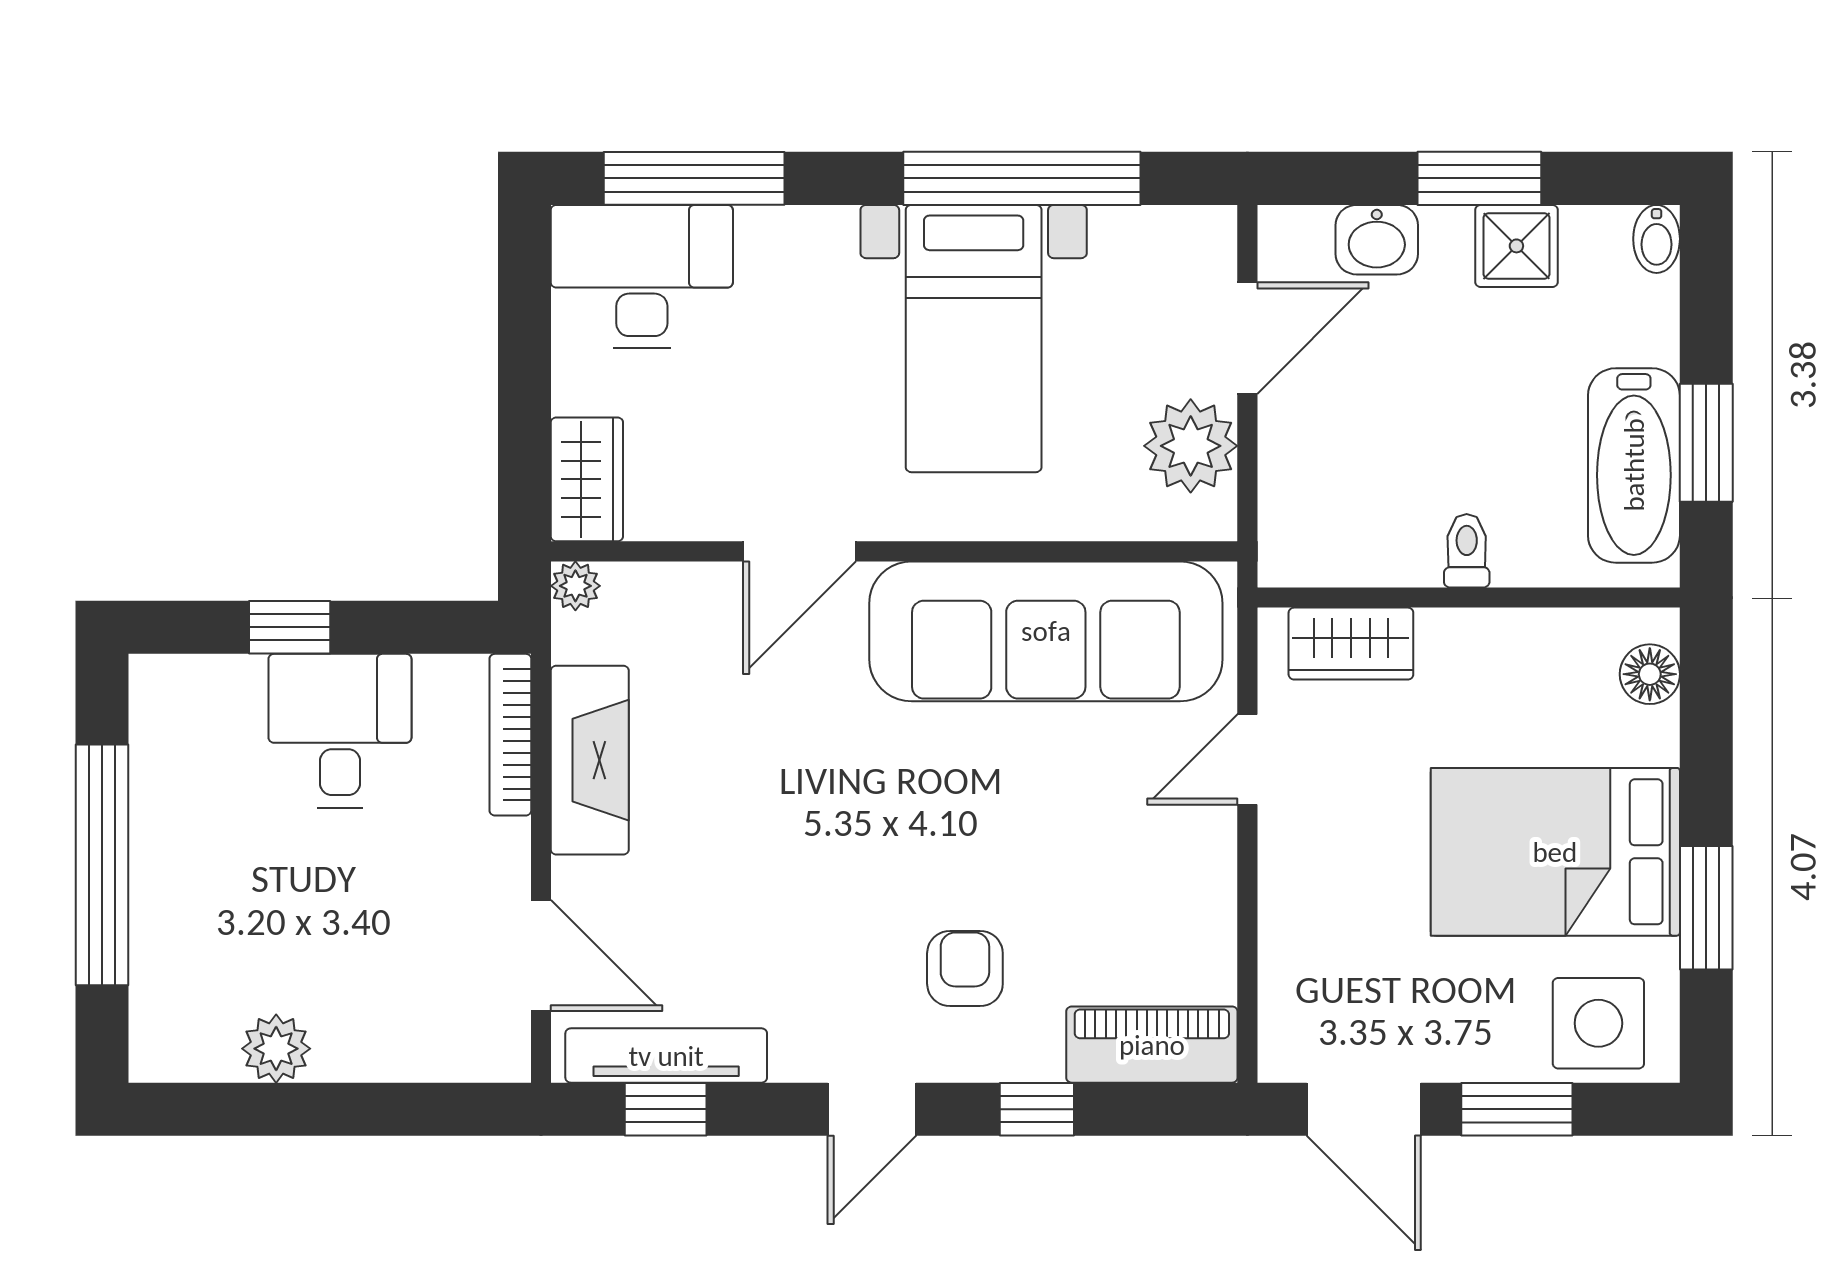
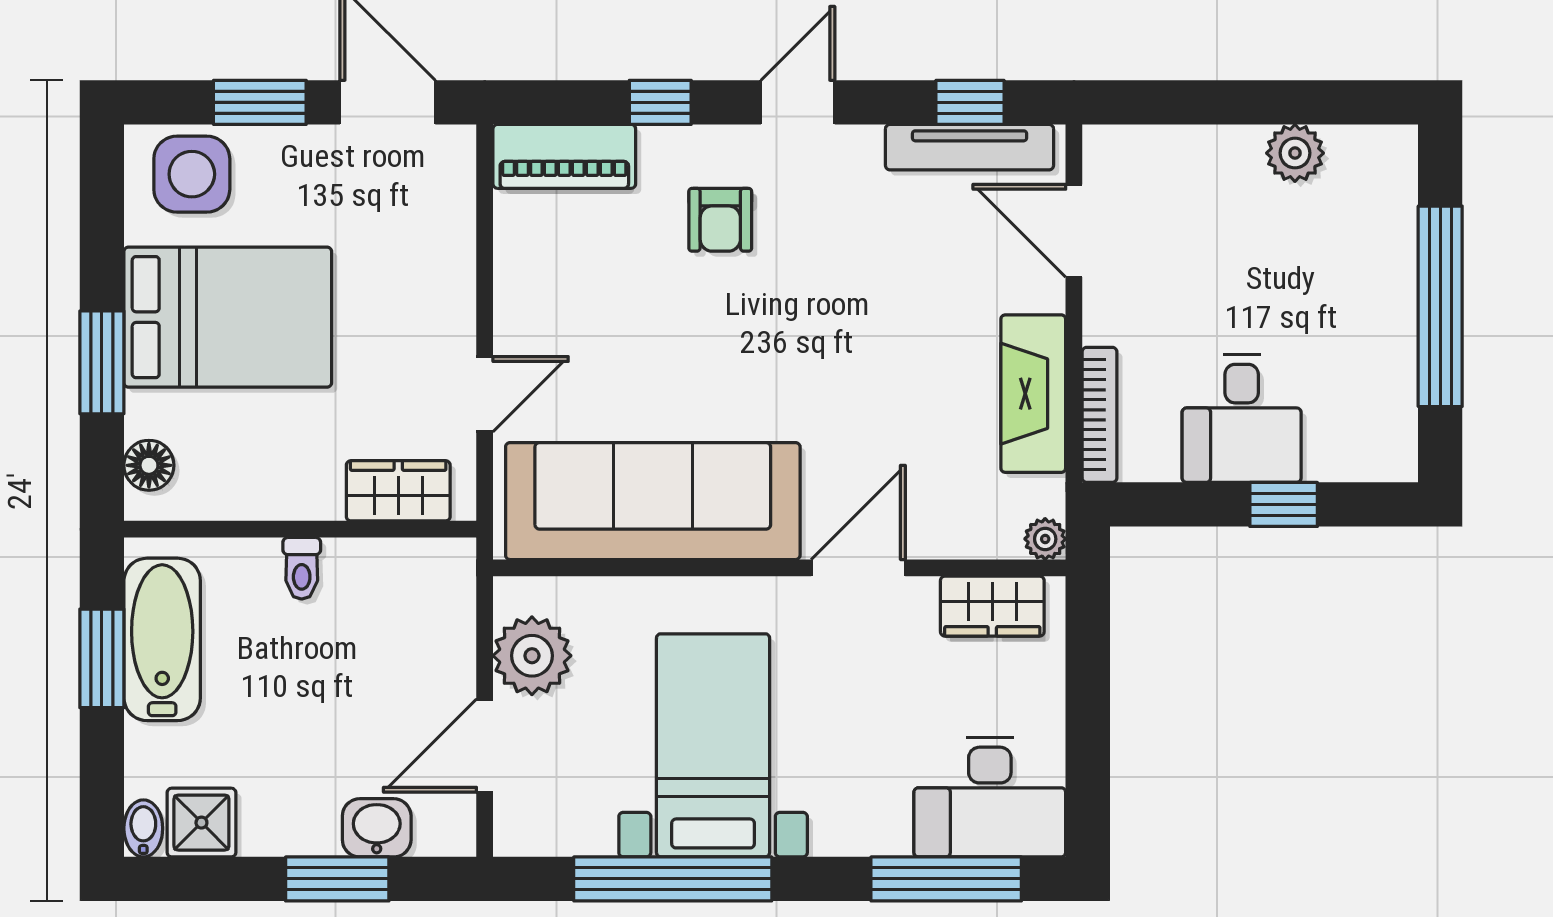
window: (1479, 178) -> (337, 879), moved
shower: (1516, 246) -> (201, 823), moved
wardrobe: (587, 479) -> (992, 606), moved, turned -90
window: (1706, 908) -> (102, 362), moved

